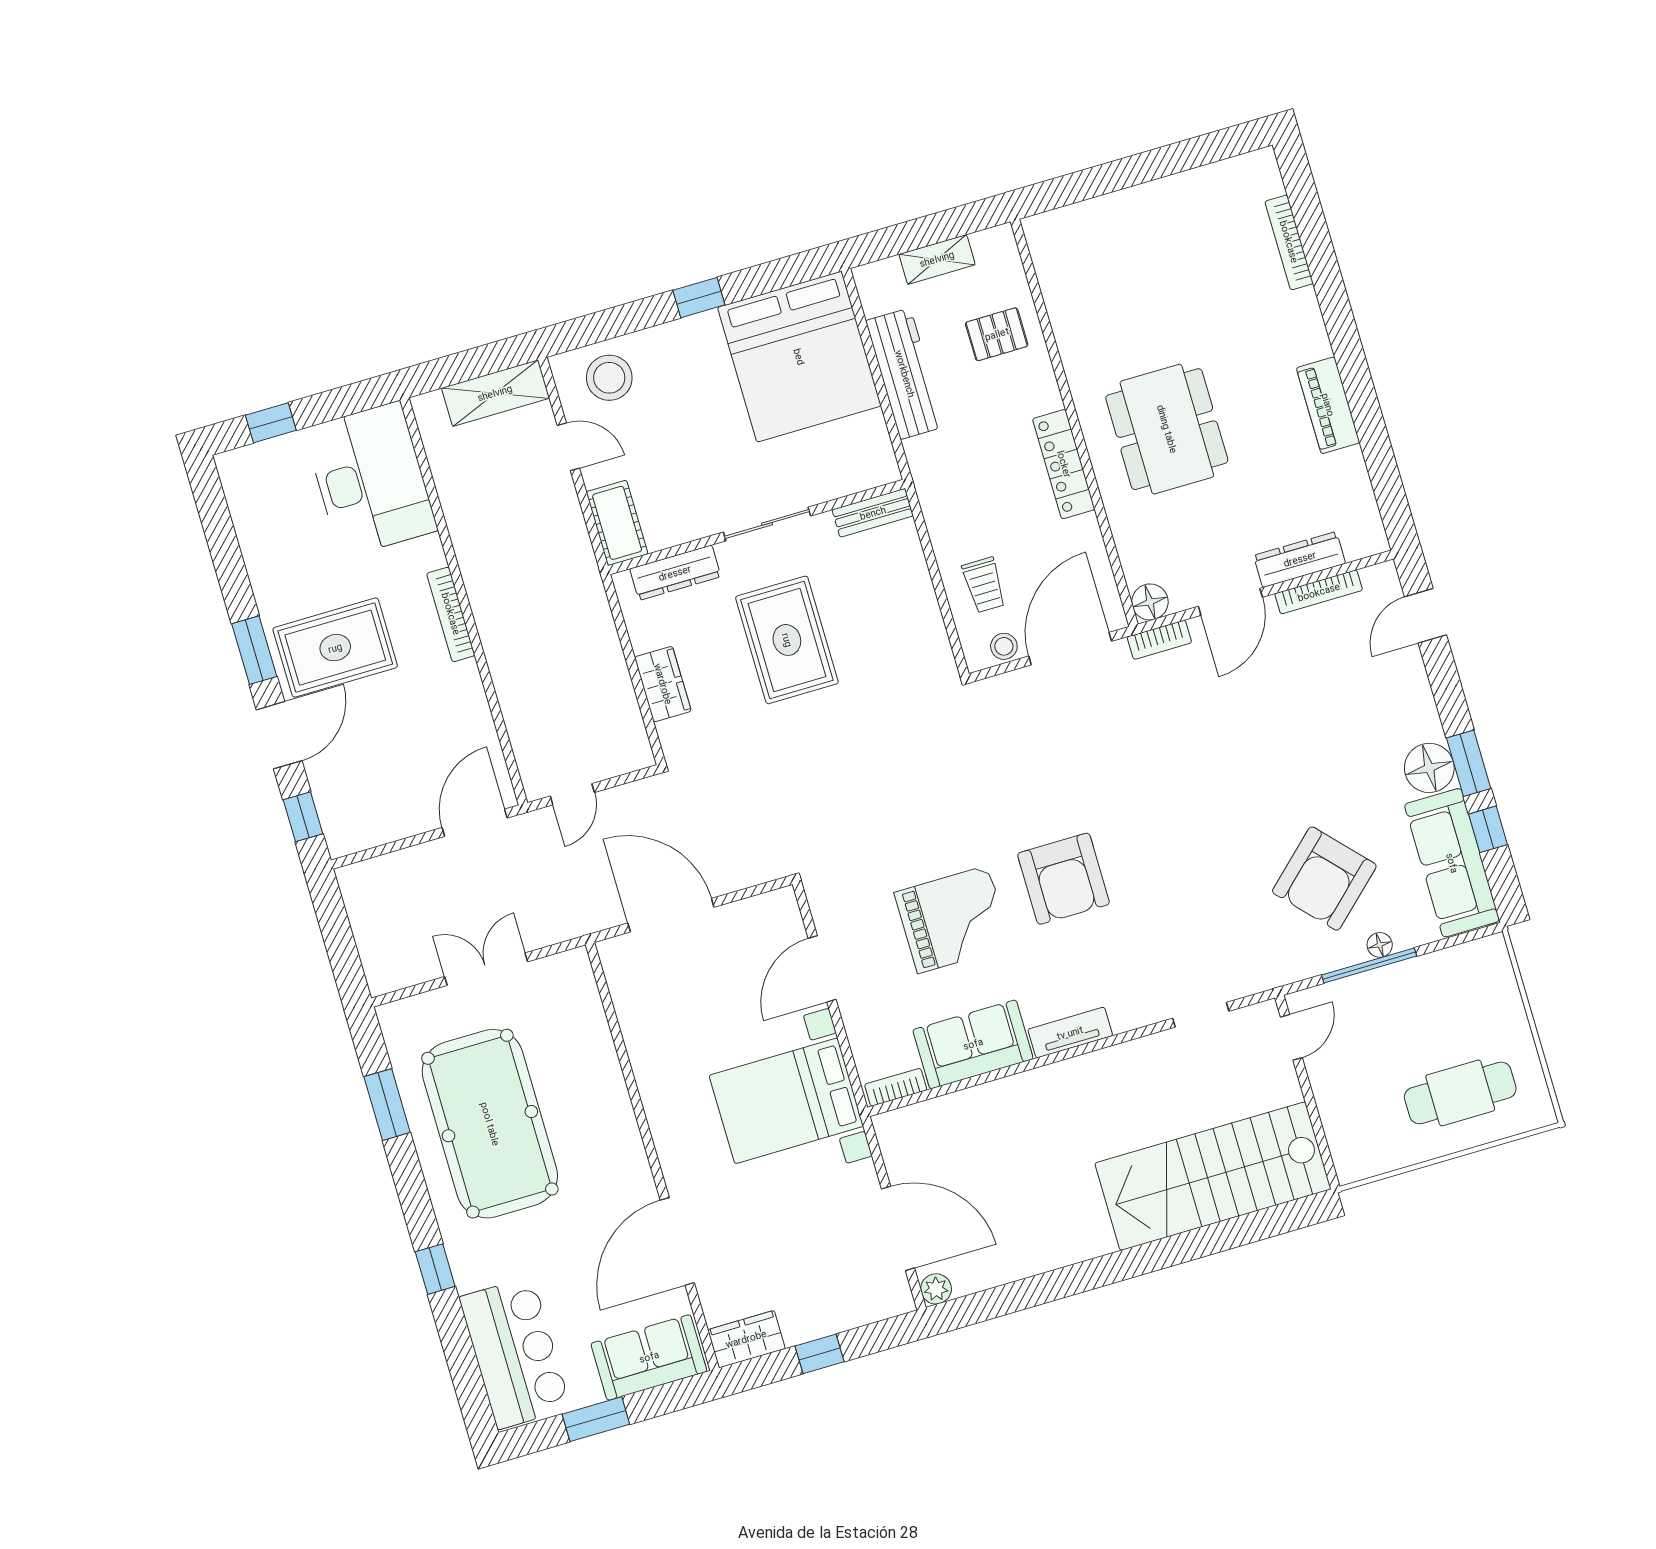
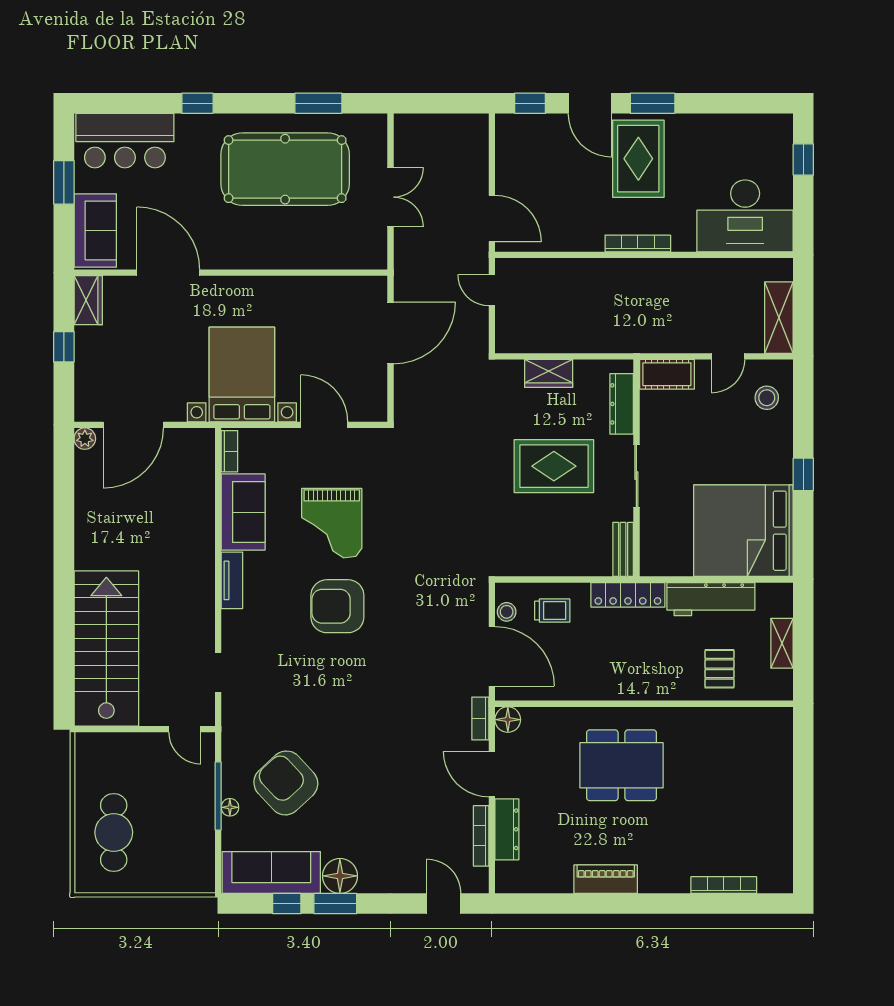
stool: (609, 378) -> (767, 398), width x0.73, depth x0.73
locker: (1064, 464) -> (628, 595), moved, turned 180
trolley: (984, 585) -> (552, 611), turned 180

